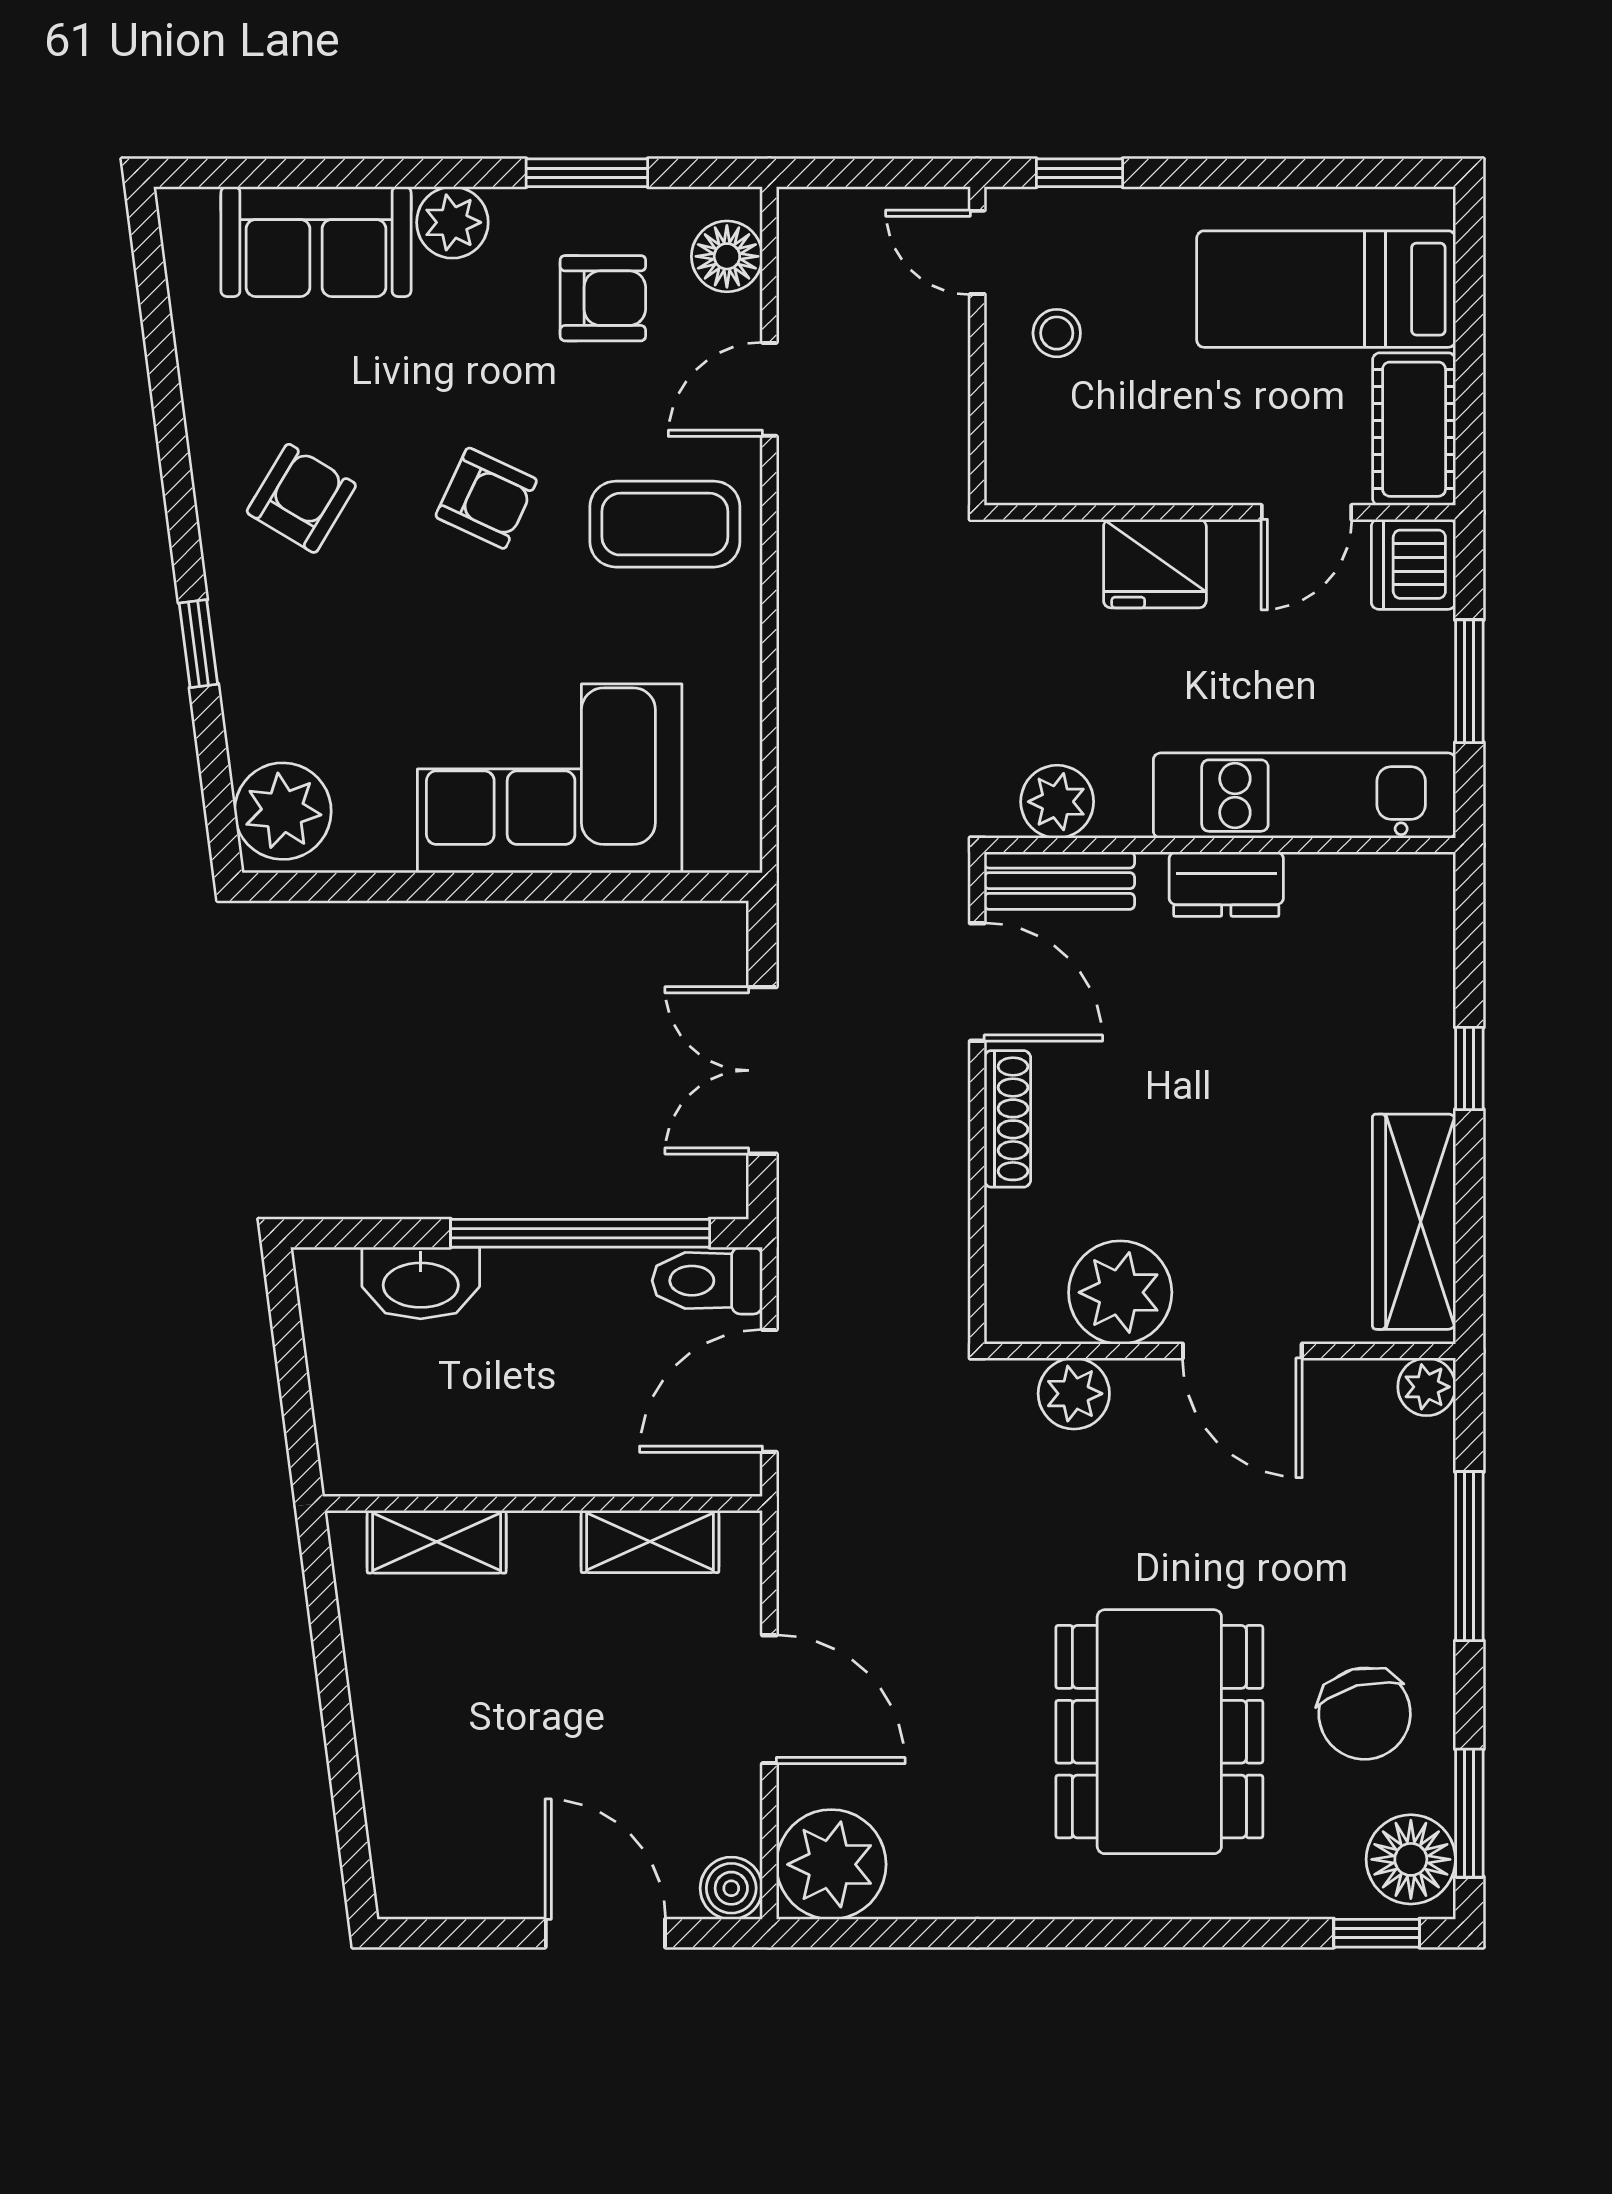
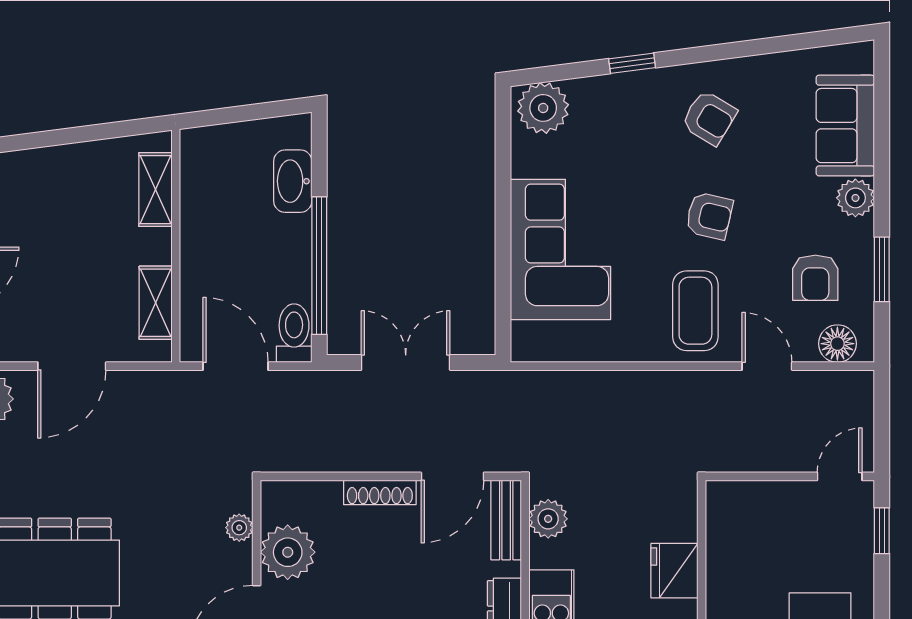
stool: (1057, 333) -> (797, 519), removed
armchair: (486, 498) -> (709, 216), turned -102
plant: (1074, 1394) -> (239, 528), width x0.73, depth x0.73

